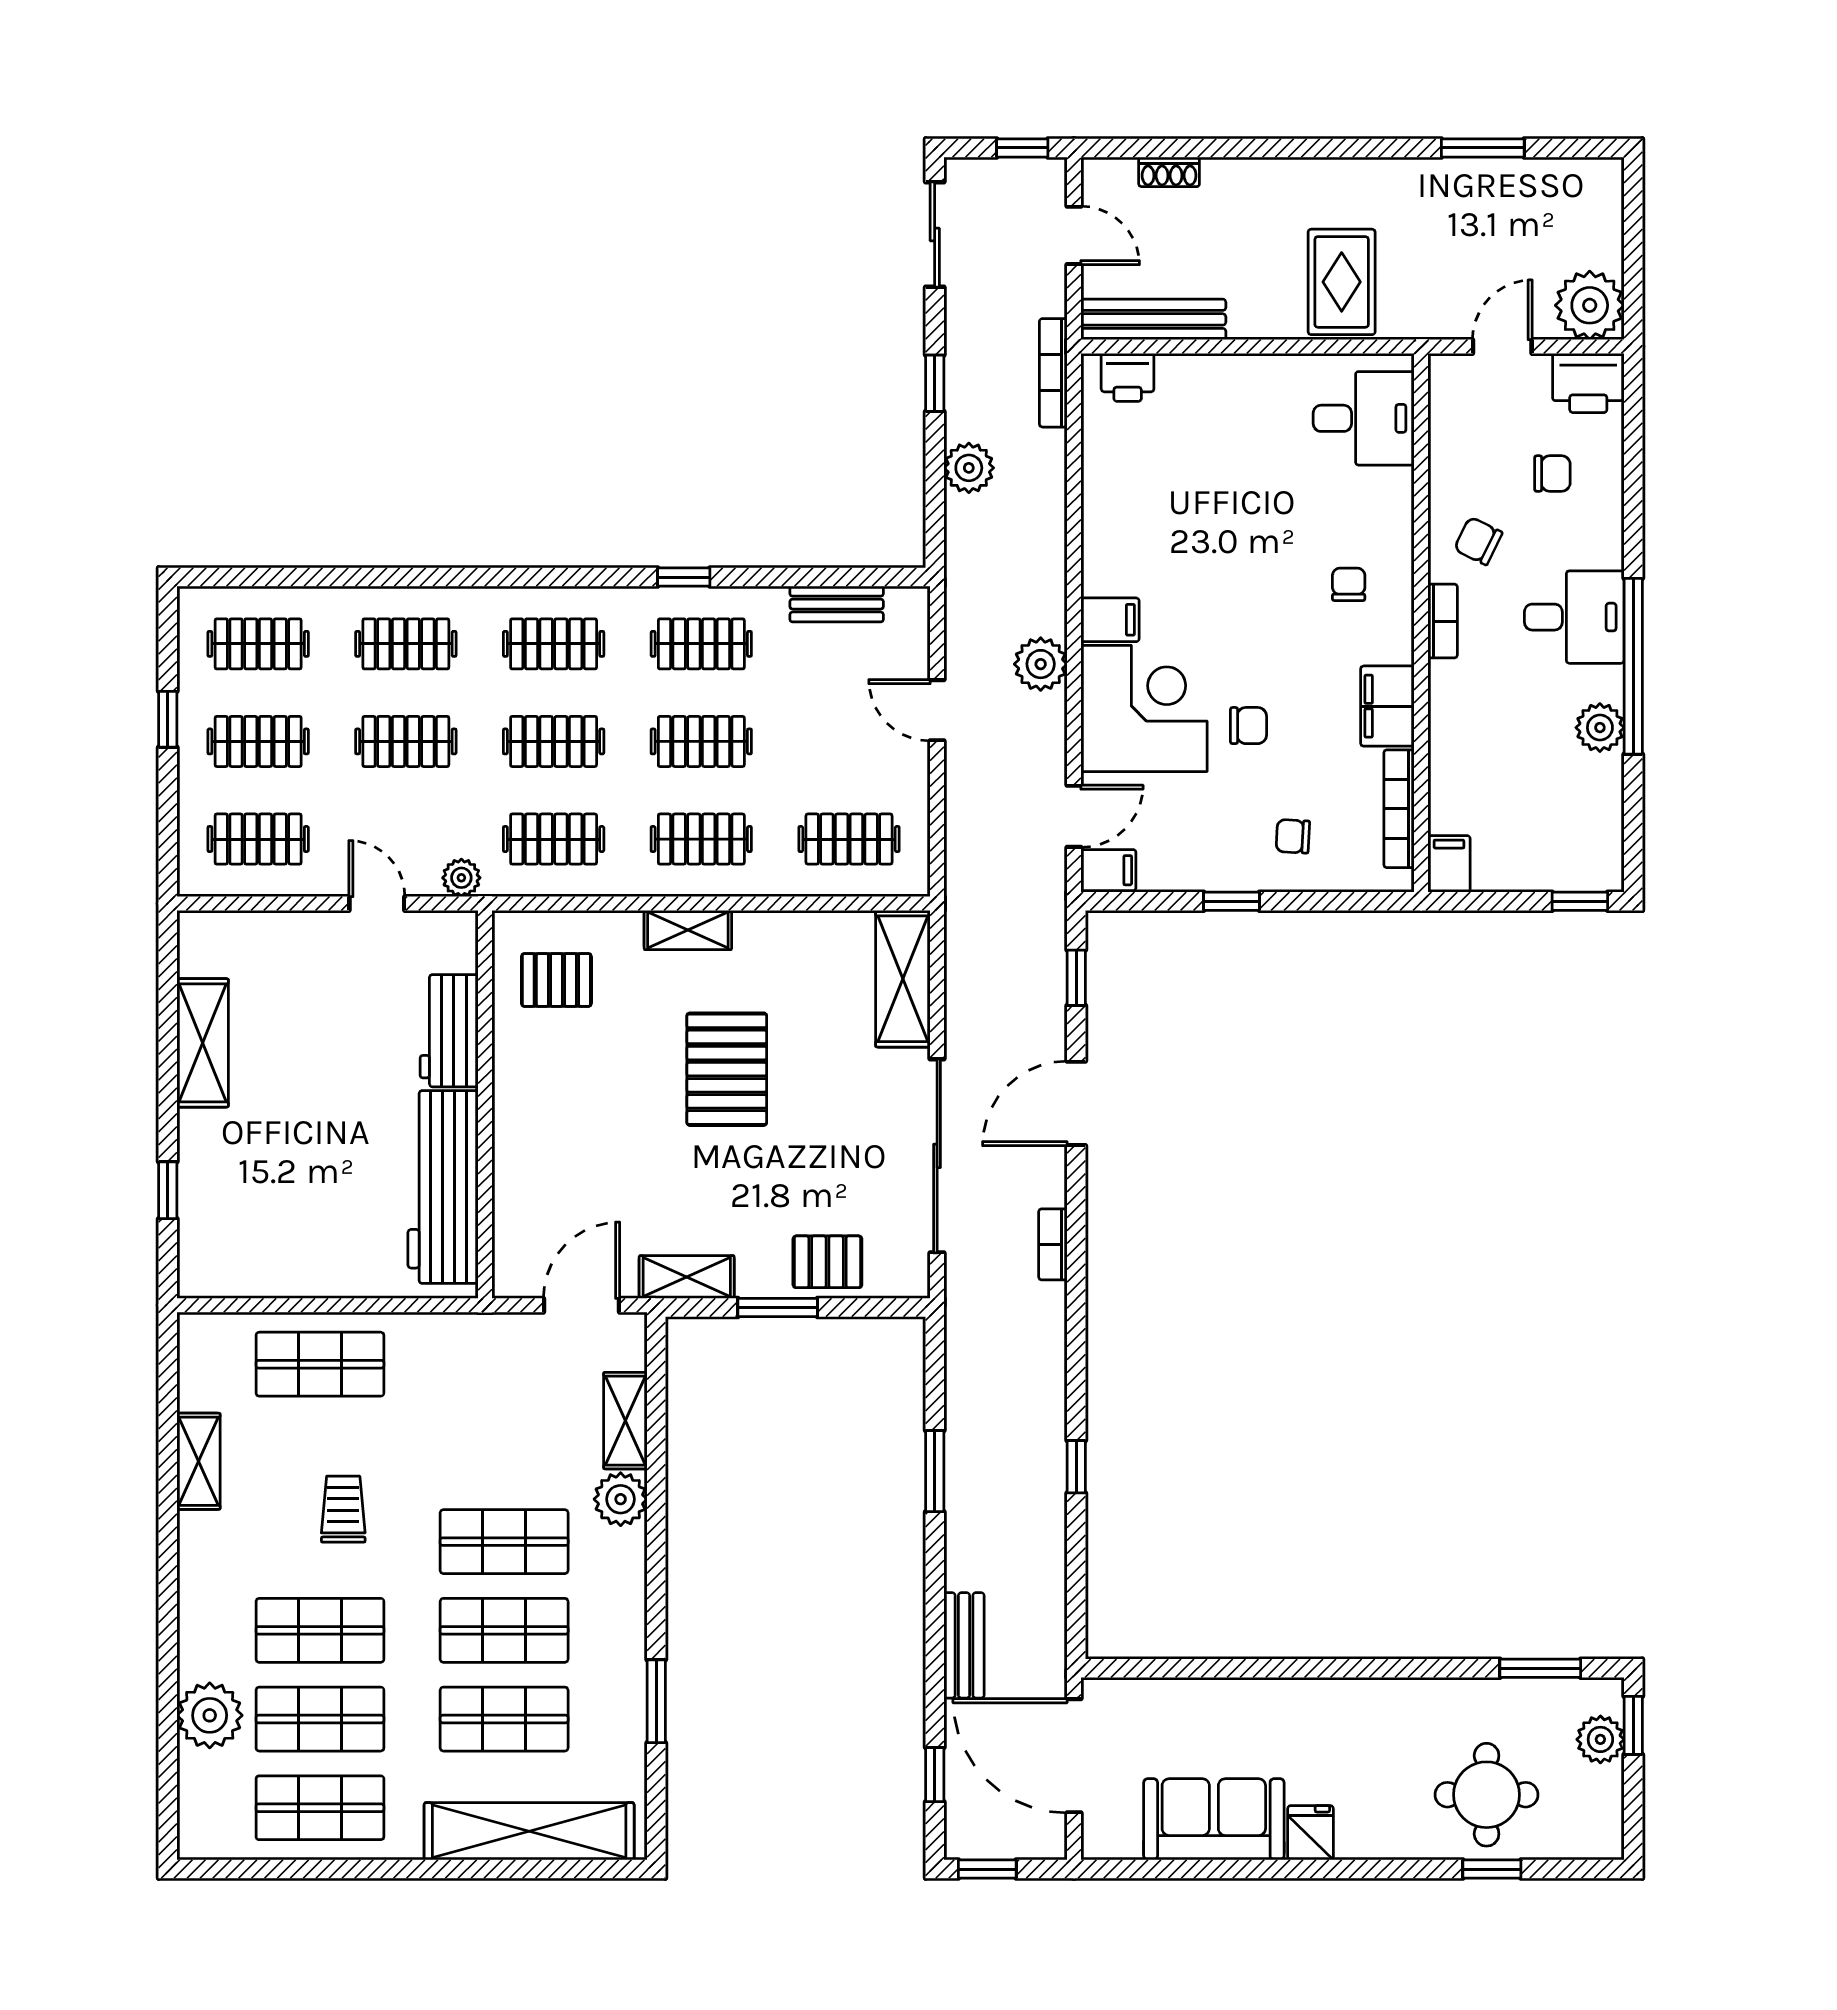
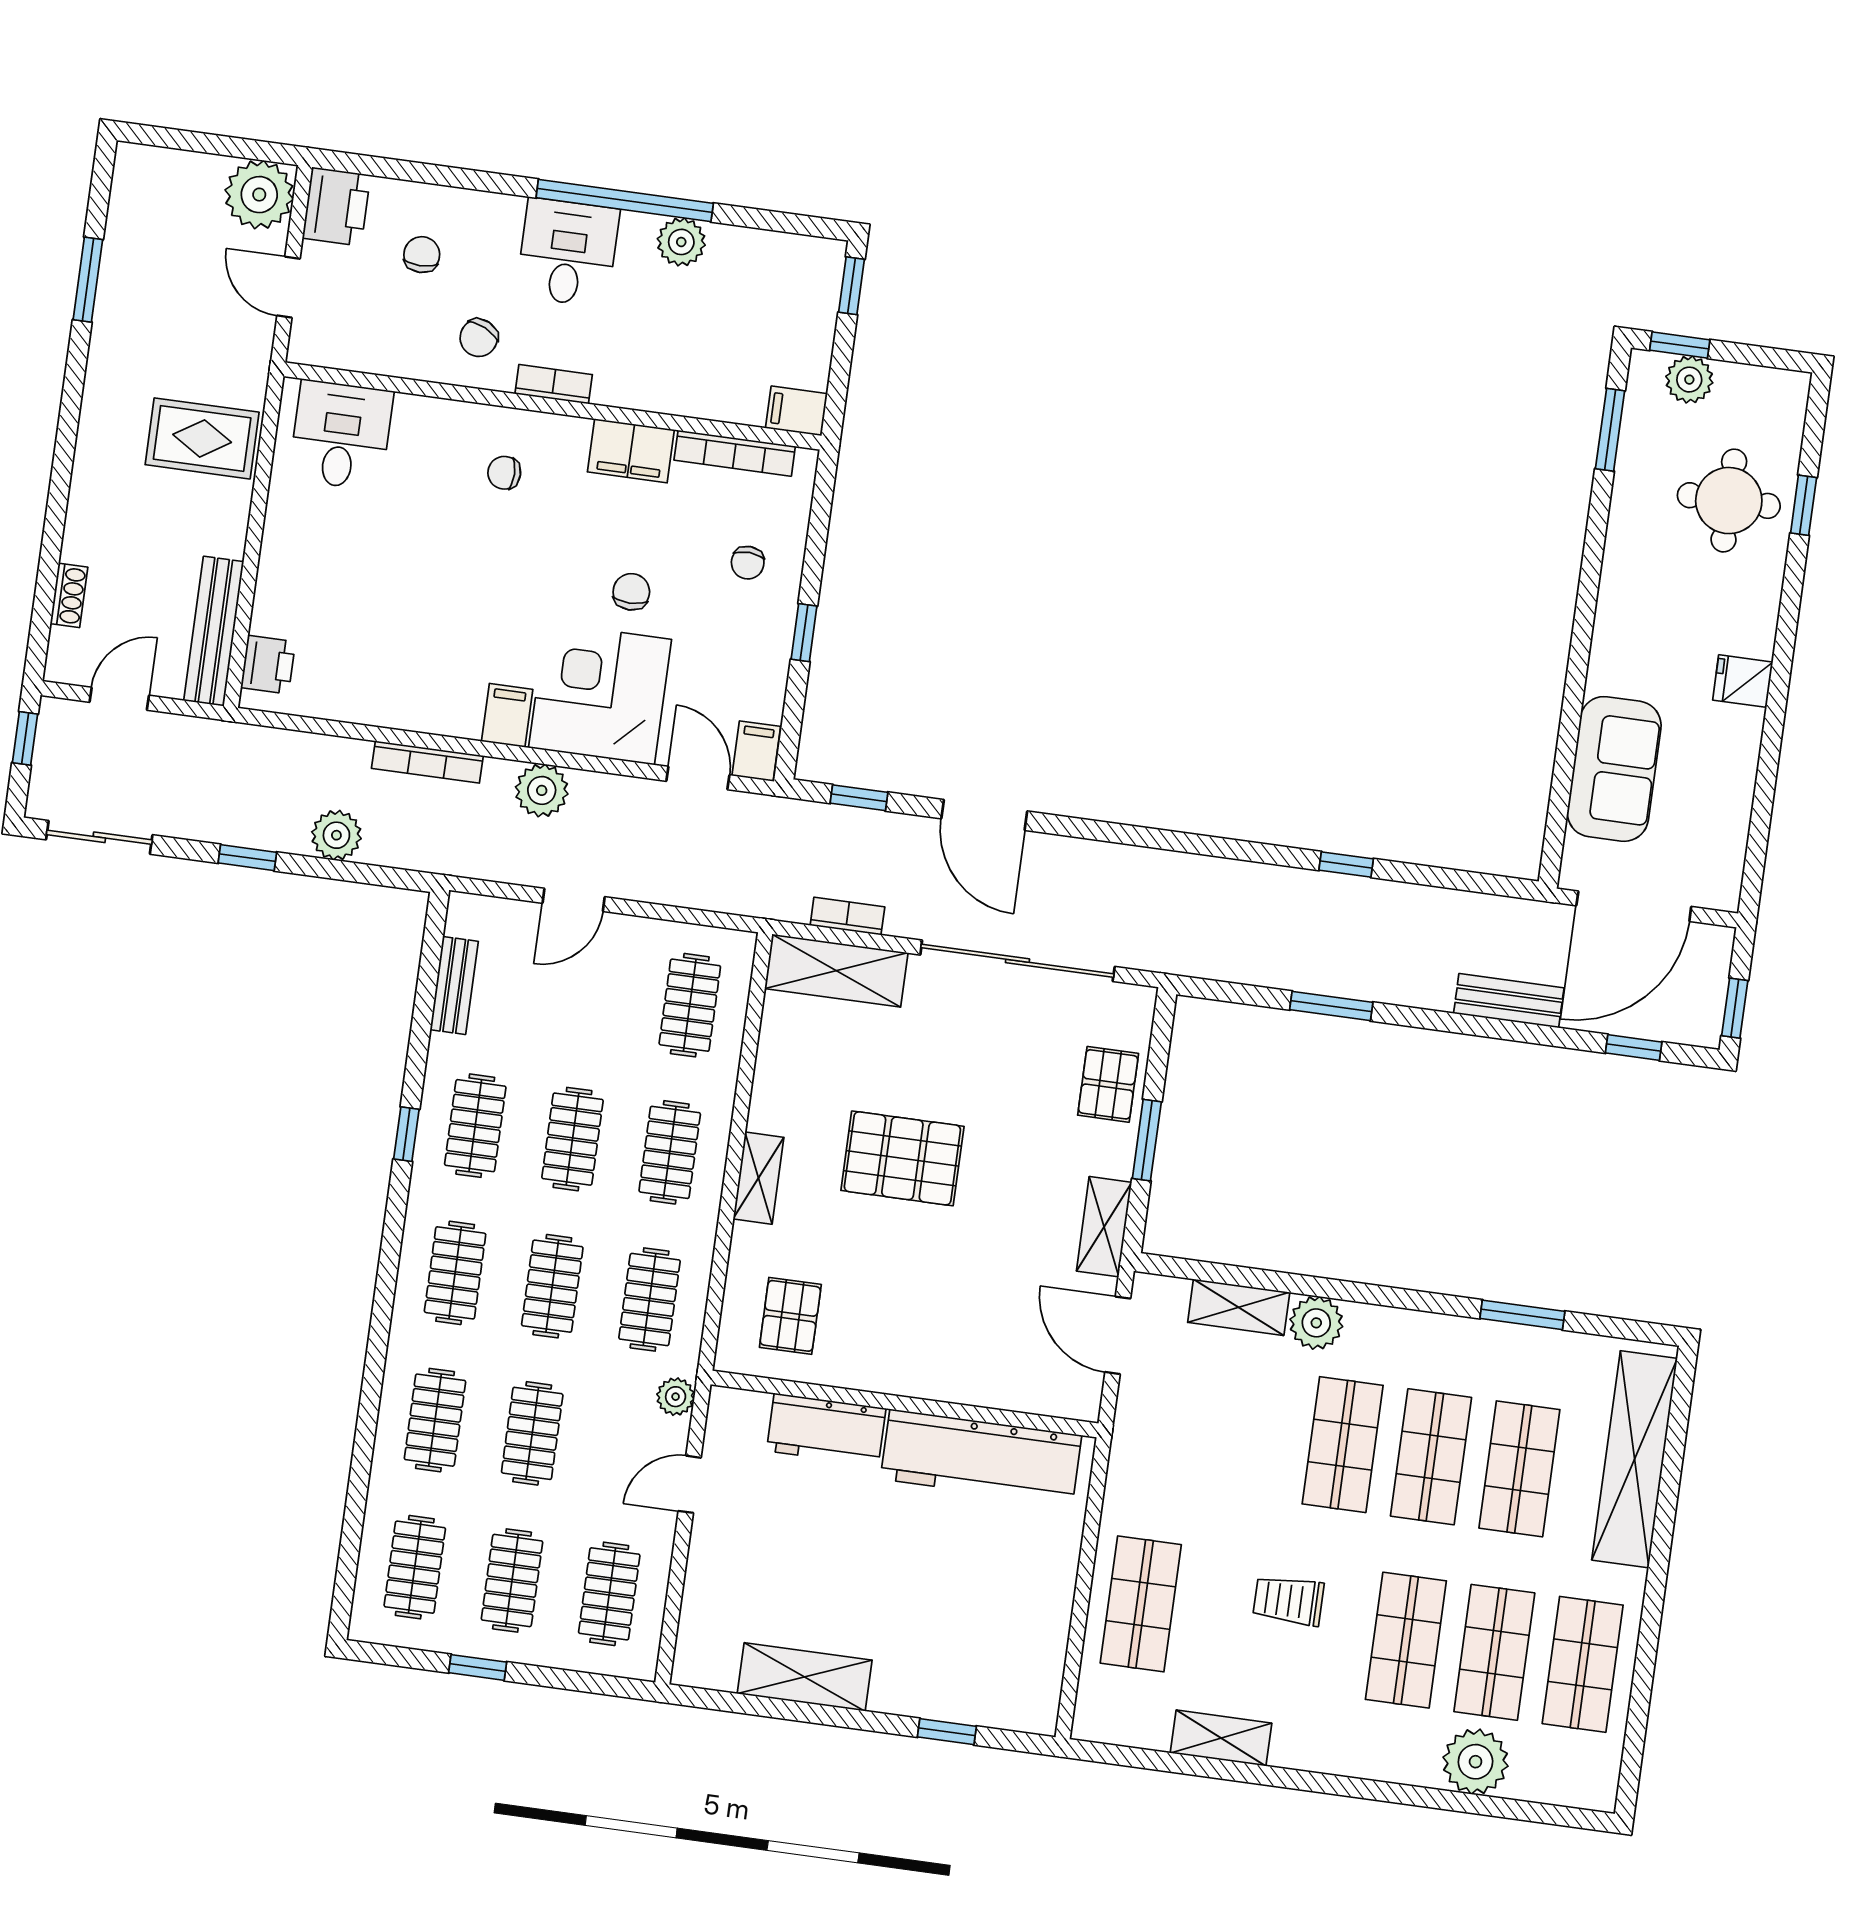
bookcase: (1053, 373) -> (427, 762), moved
bookcase: (1053, 1244) -> (847, 916), moved, turned 180
sofa: (1214, 1819) -> (1614, 769), moved, turned 180

